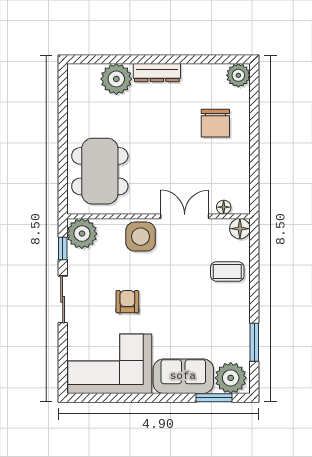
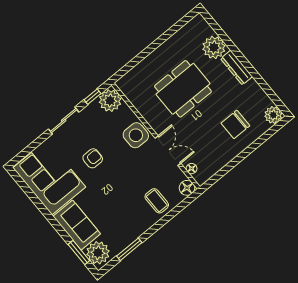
dining table: (100, 171) -> (183, 89), moved

